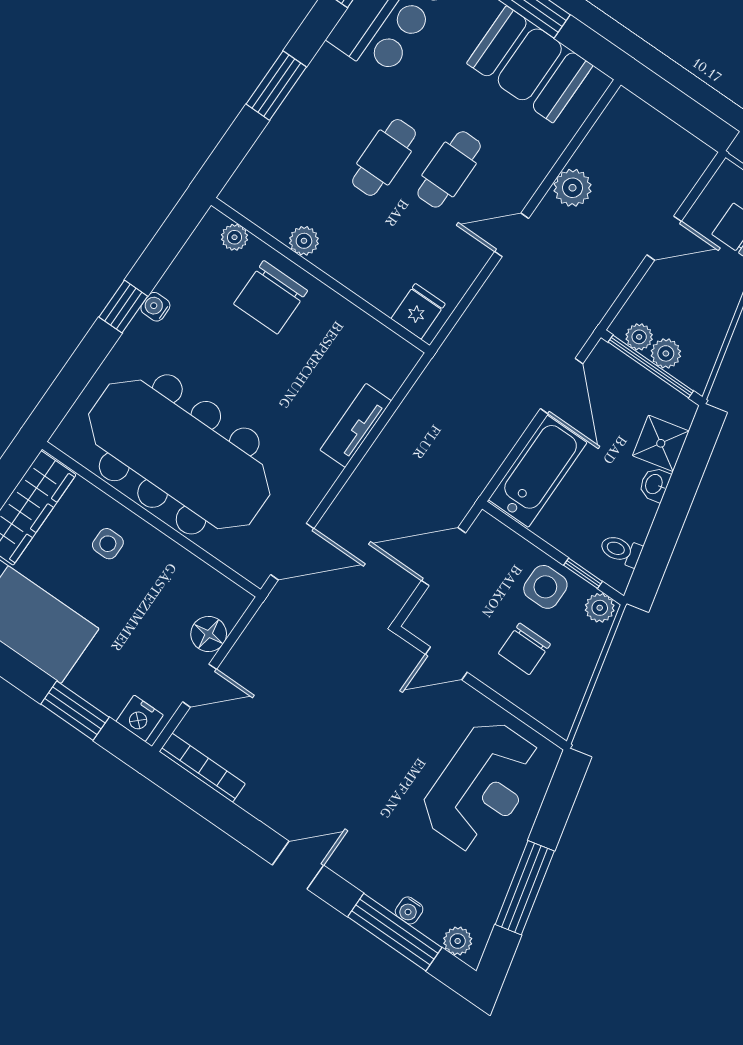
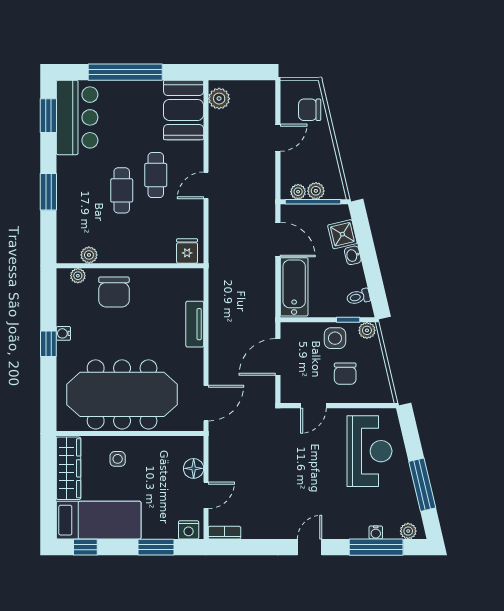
booth: (530, 64) -> (184, 110), moved, turned 90
plant: (572, 188) -> (219, 99), moved
plant: (304, 241) -> (89, 255), moved
bookcase: (202, 768) -> (225, 533), width x0.64

